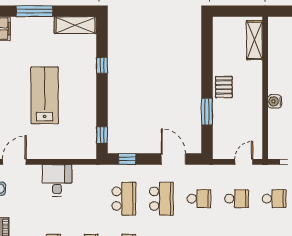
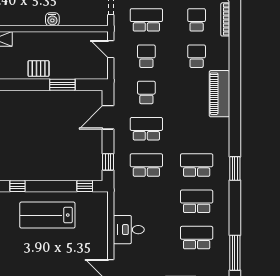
lab bench: (45, 95) -> (47, 215), moved
school desk: (274, 199) -> (146, 20), width x1.85

